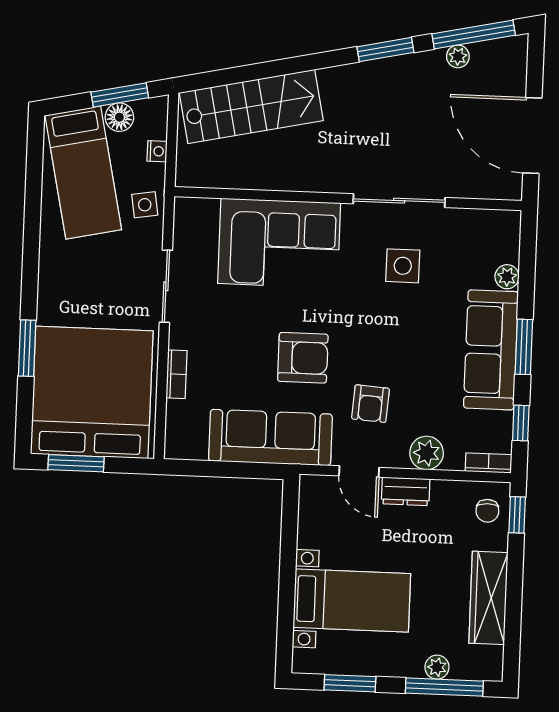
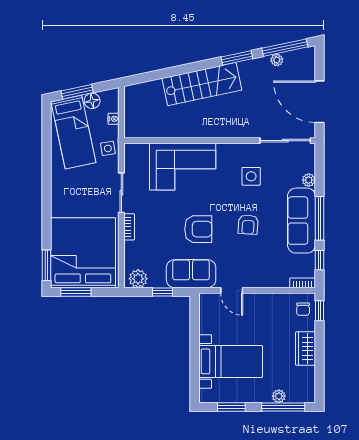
window: (120, 95) -> (77, 92), moved
stairs: (251, 107) -> (202, 84), moved
sliding door: (399, 201) -> (285, 141), moved
window: (524, 347) -> (319, 218), width x1.44
window: (27, 348) -> (46, 265), moved
bookcase: (176, 374) -> (129, 227), moved
armchair: (371, 404) -> (248, 225), moved
sofa: (270, 438) -> (191, 274), width x0.73
plant: (427, 453) -> (138, 279), moved
window: (233, 470) -> (163, 292), added
dresser: (406, 491) -> (258, 300), removed
wardrobe: (488, 598) -> (306, 349), width x0.67

